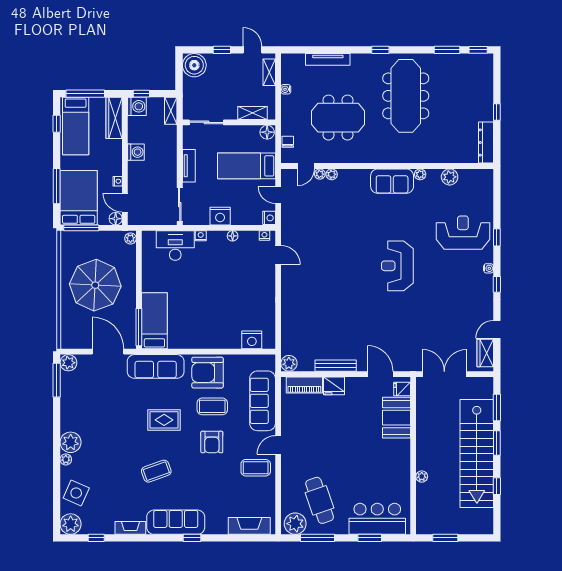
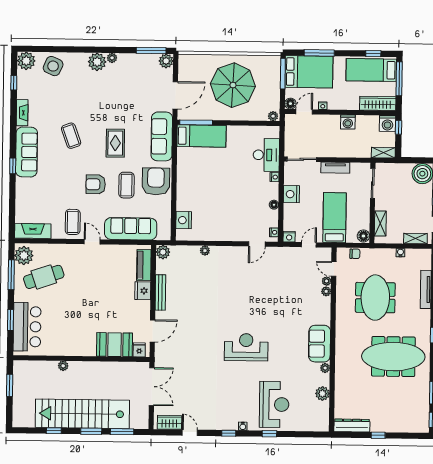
plant: (287, 315) -> (205, 251), added
plant: (66, 459) -> (112, 58), moved
fireplace: (249, 526) -> (33, 231), moved, turned -90

